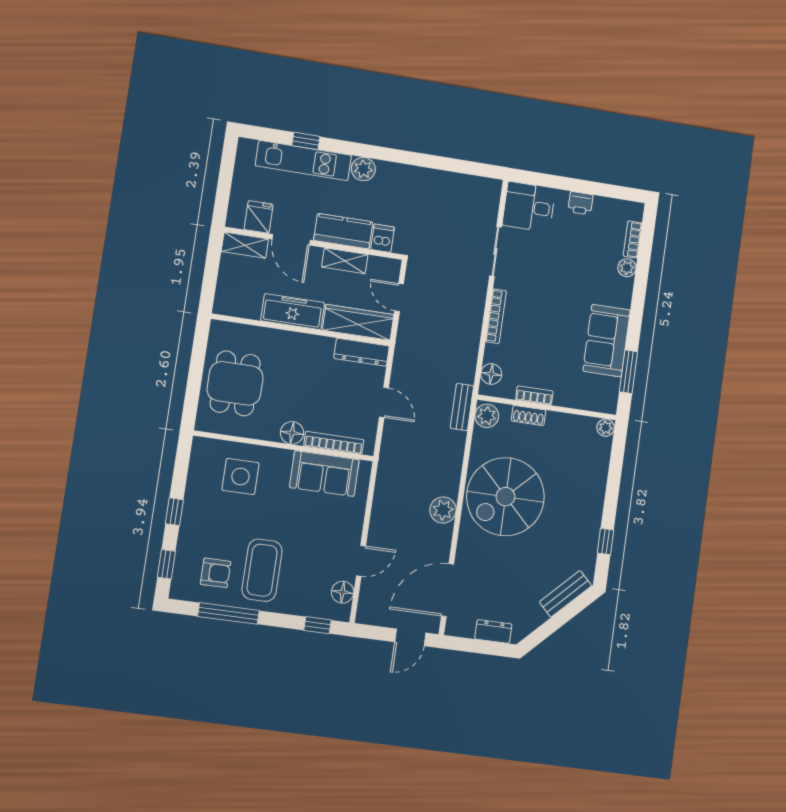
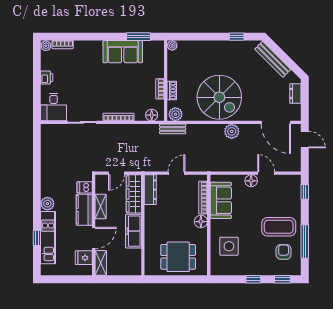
plant: (627, 268) -> (46, 46), moved
floor lamp: (343, 592) -> (251, 181), moved
bench: (565, 594) -> (273, 59), width x1.36

